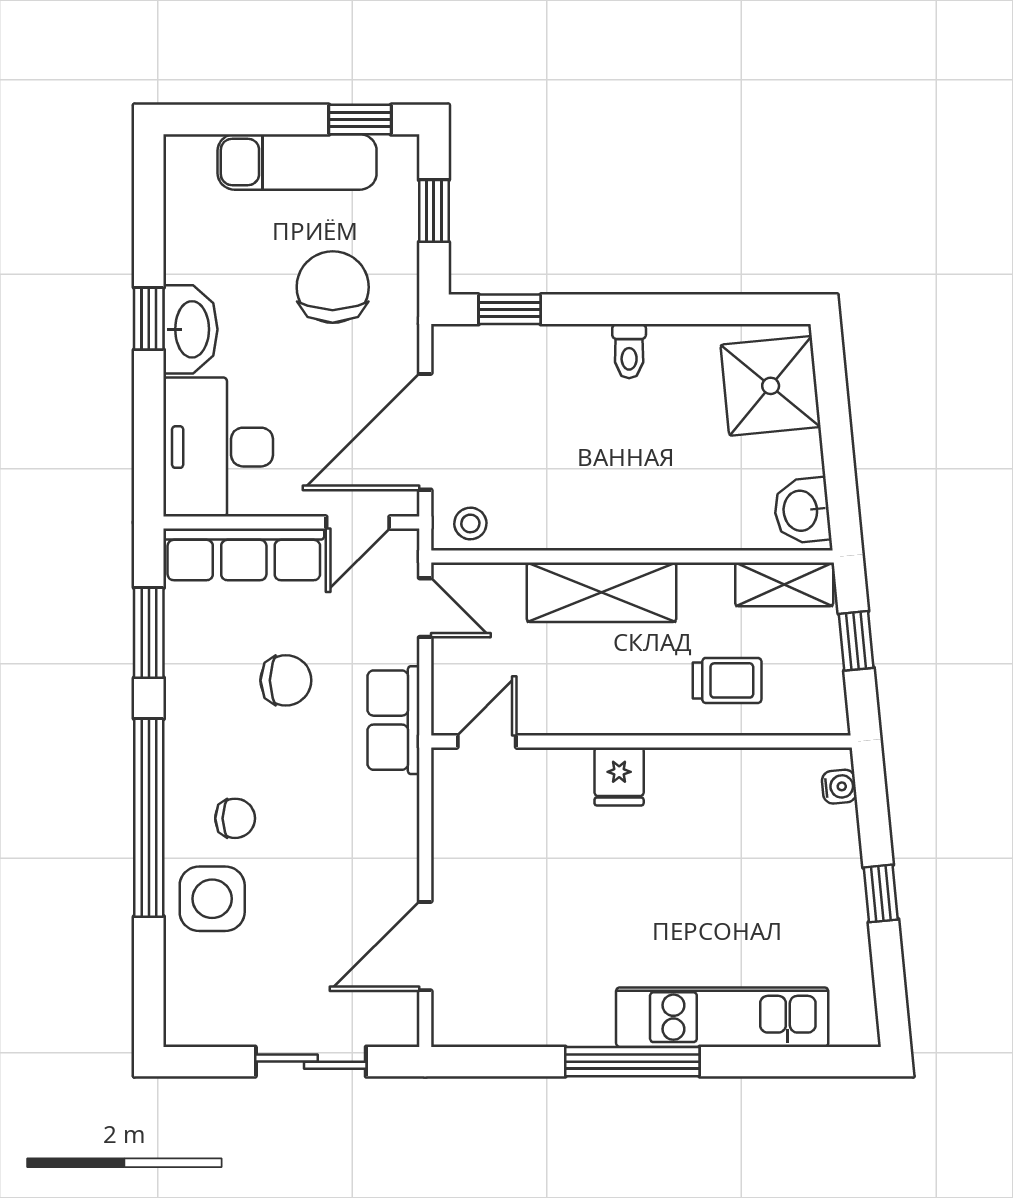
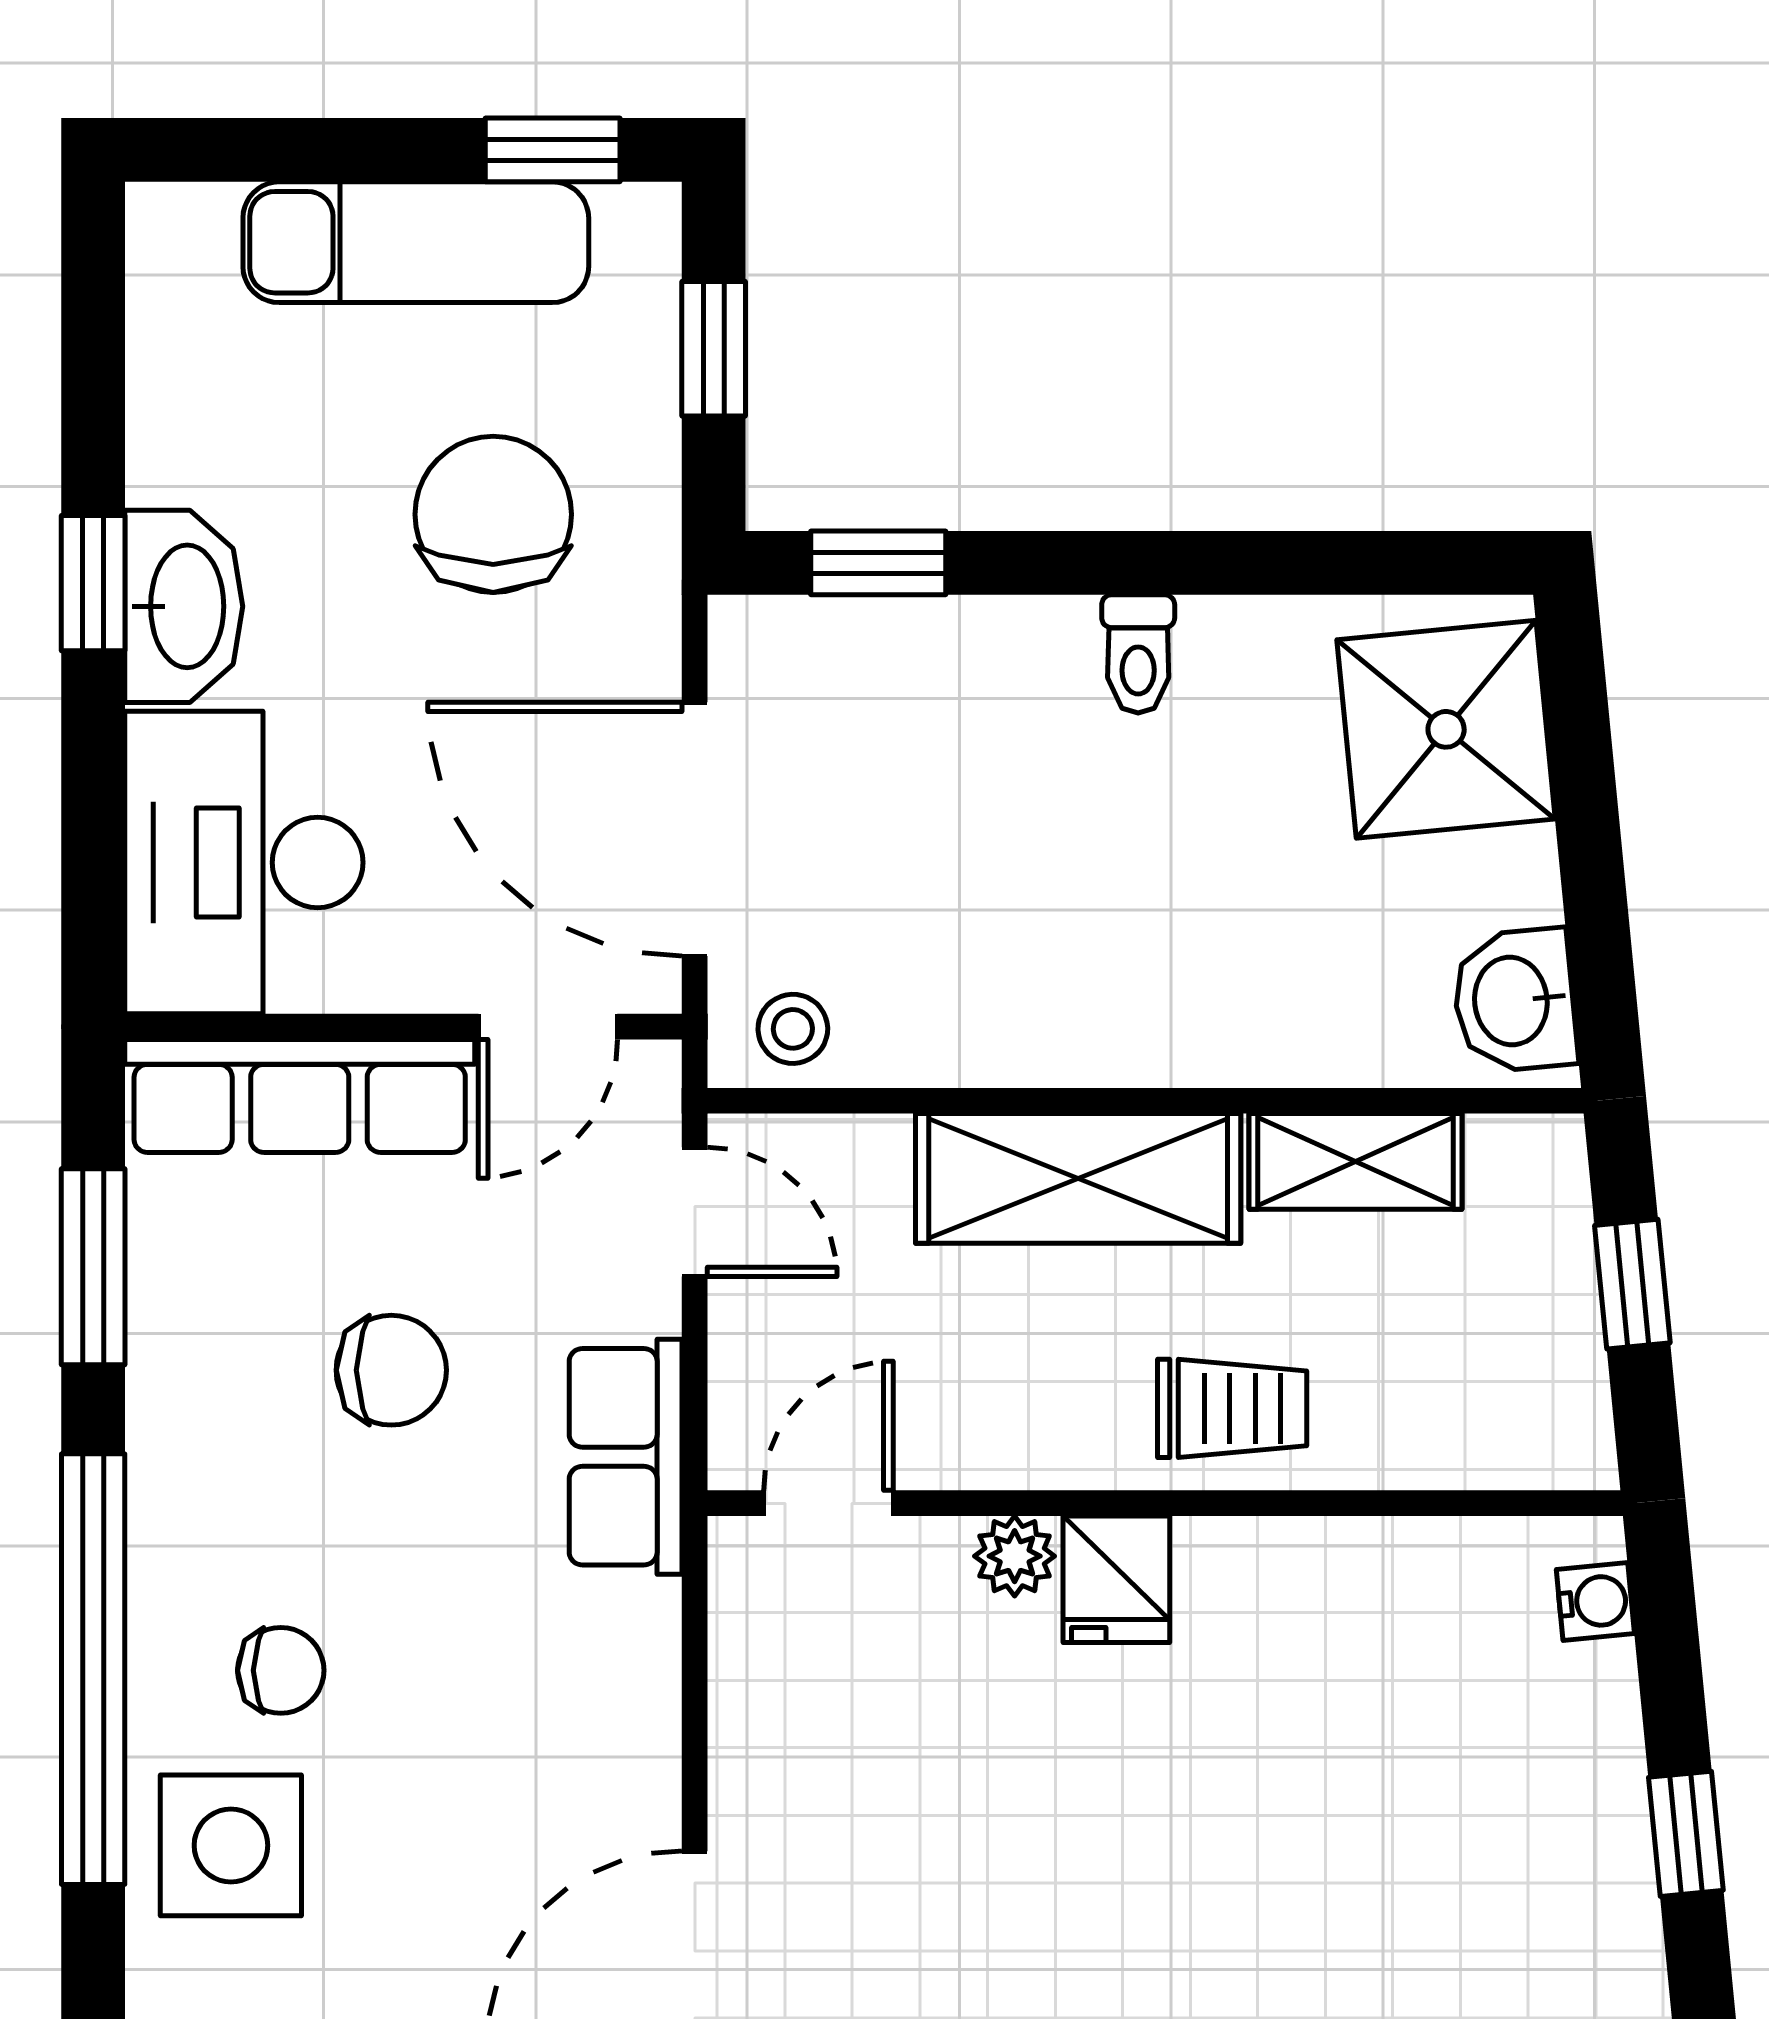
door: (425, 432) -> (695, 829), hinge flipped
shelving: (784, 584) -> (1355, 1161), moved
trolley: (727, 680) -> (1232, 1408), moved
plant: (572, 766) -> (1015, 1556), added

